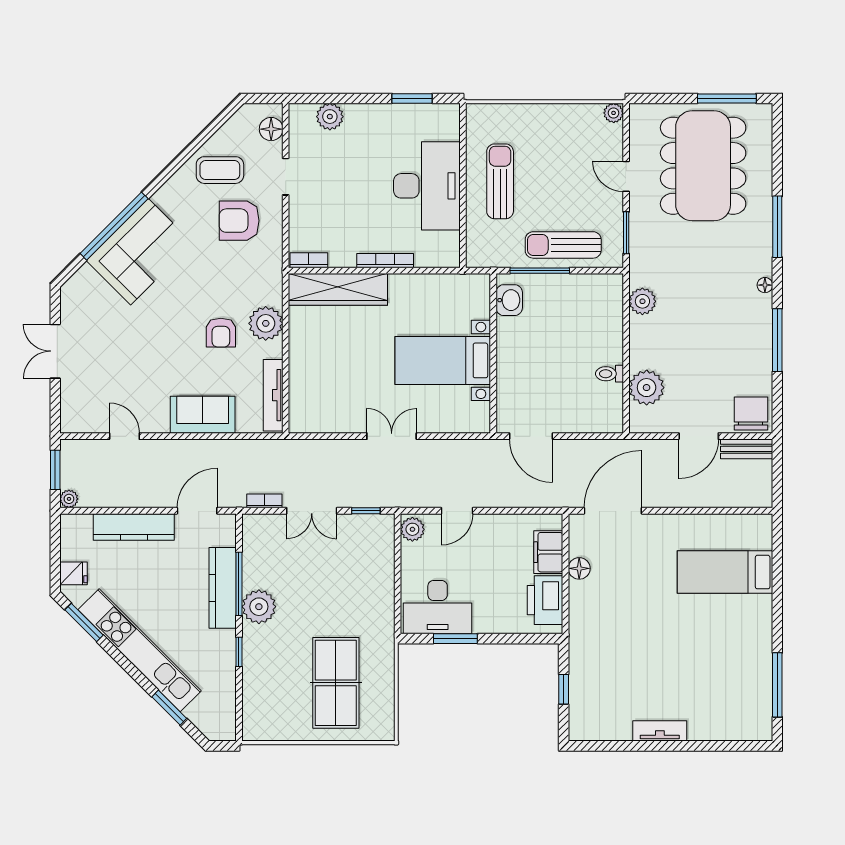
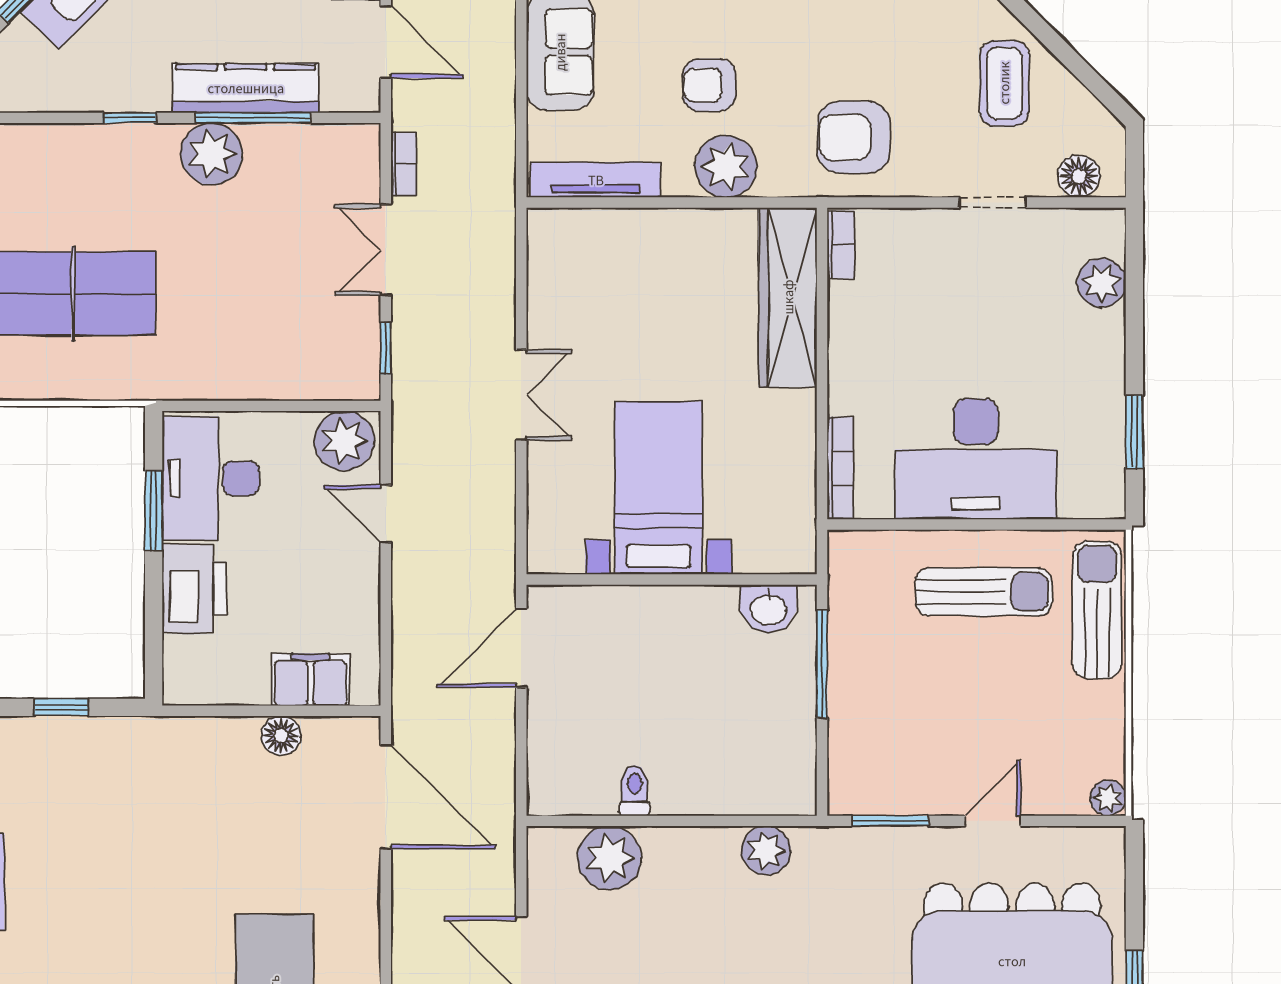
armchair: (239, 221) -> (854, 137), moved, turned -90
sun lounger: (563, 245) -> (1097, 610), moved
bookcase: (385, 261) -> (840, 468), moved
plant: (412, 529) -> (344, 441), width x1.36, depth x1.36
printer: (545, 600) -> (194, 588), moved, turned 90

